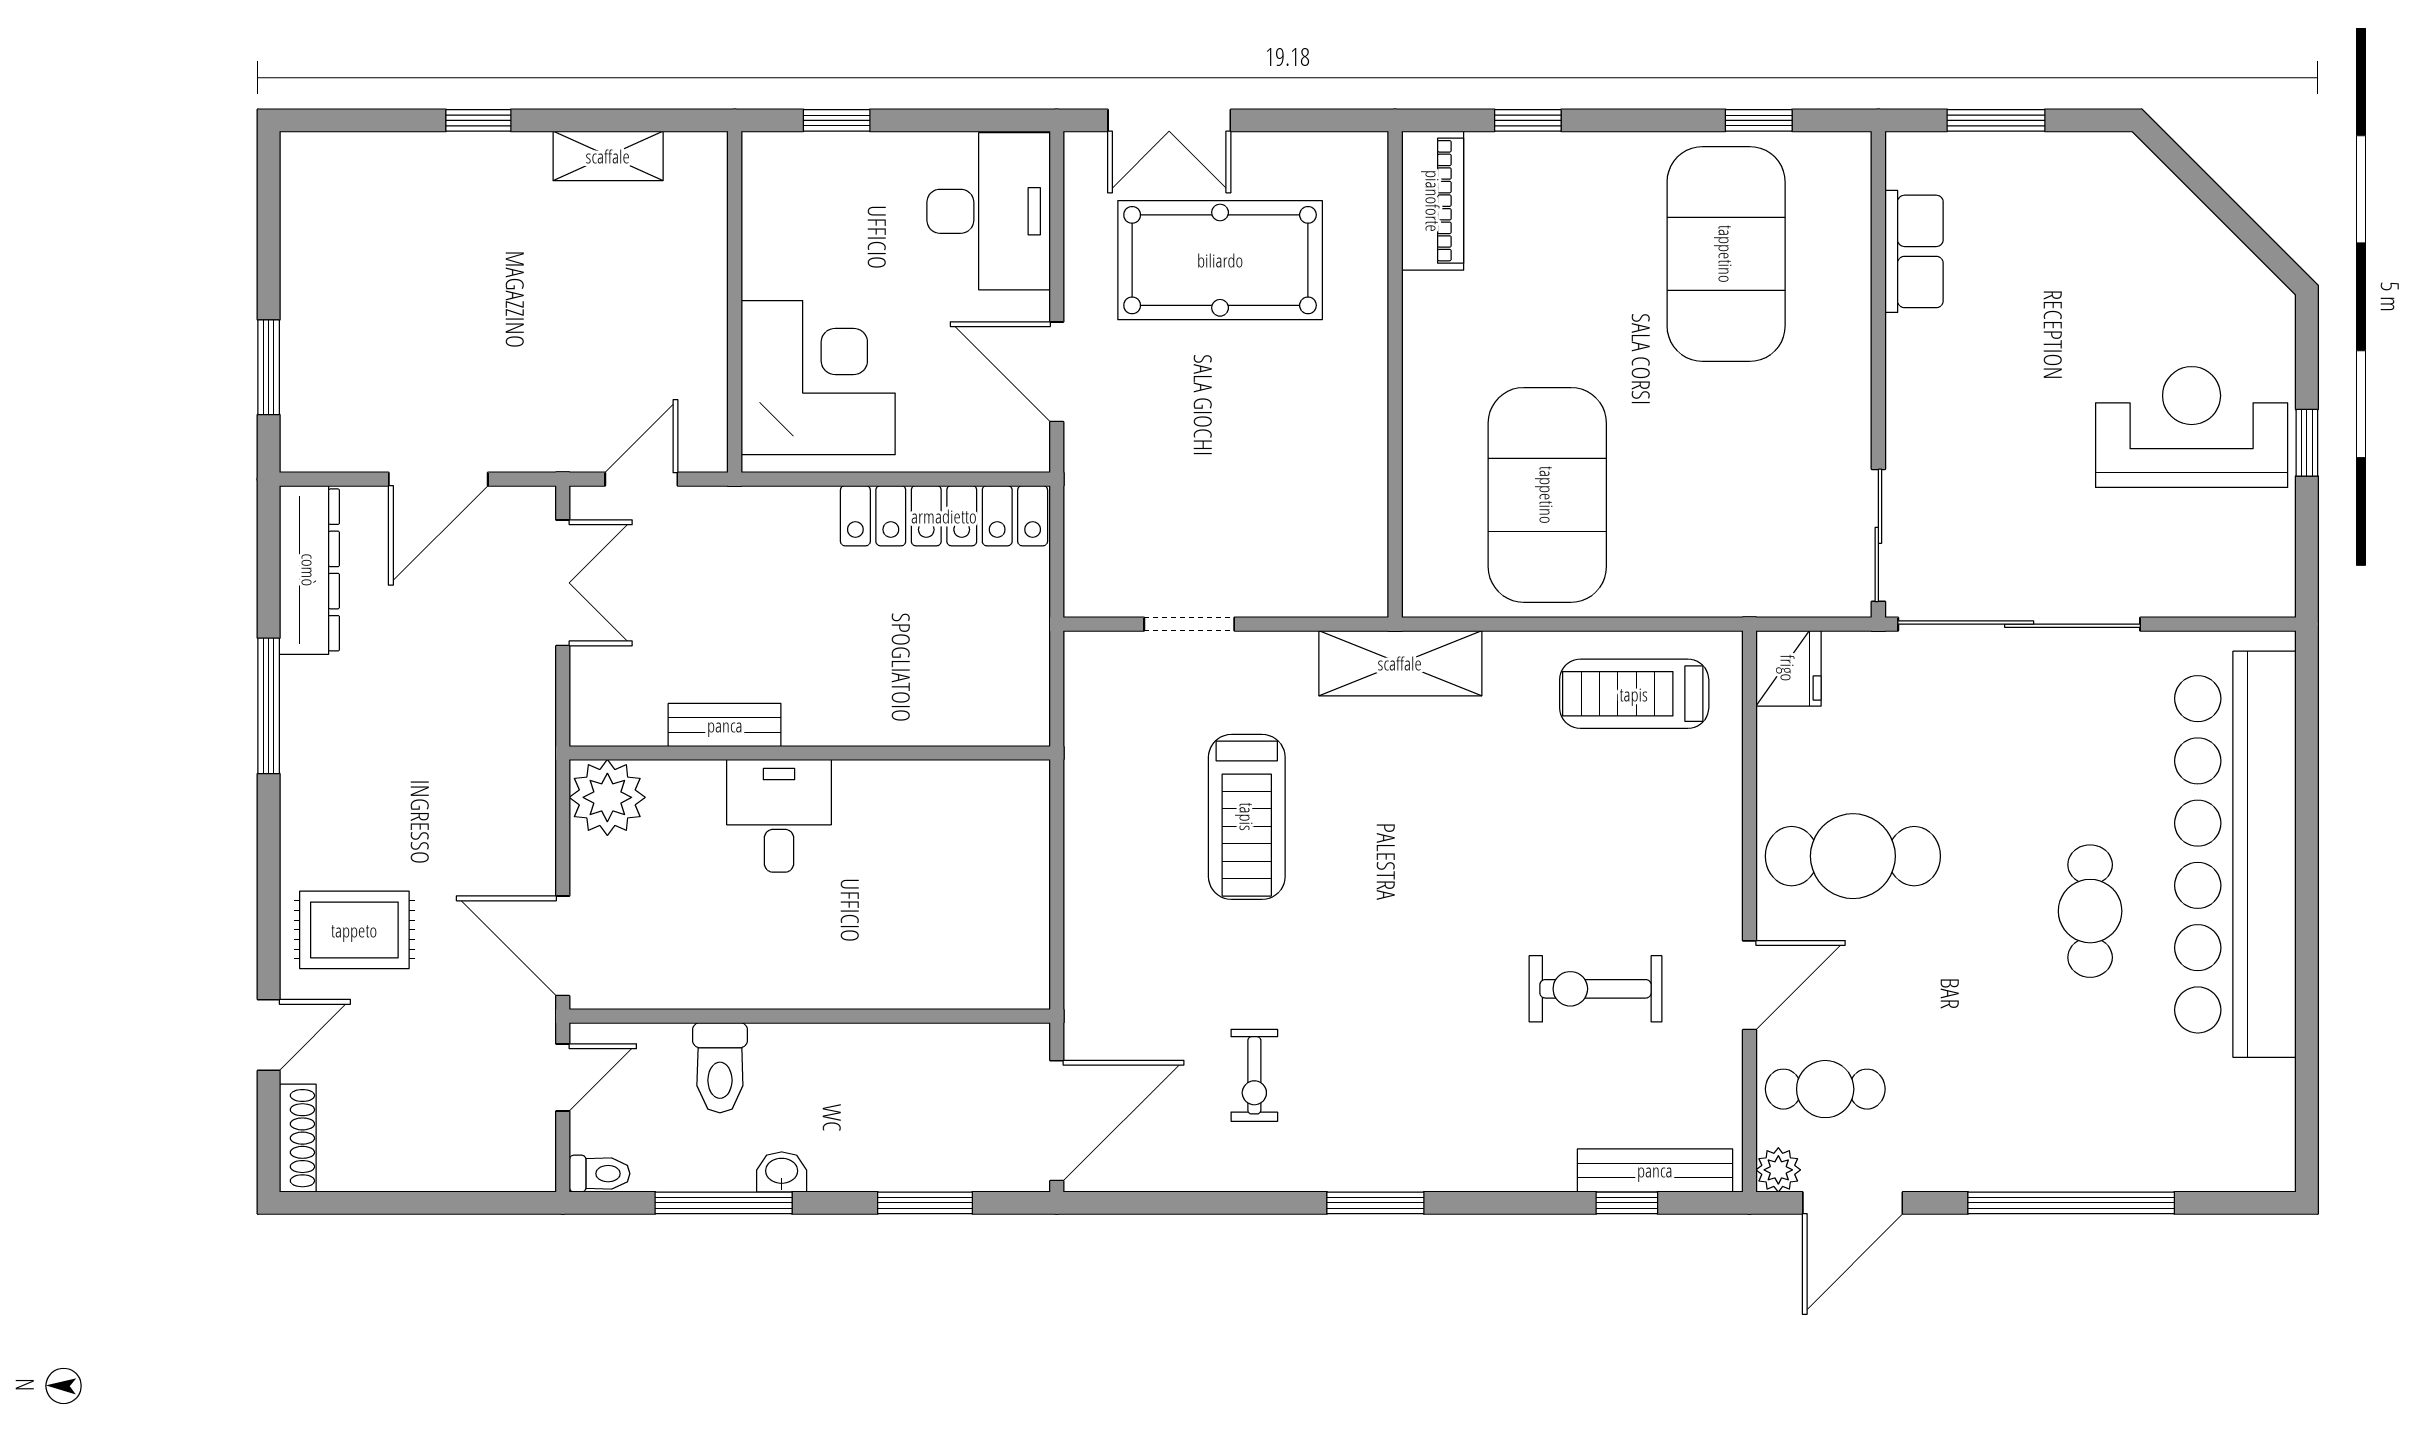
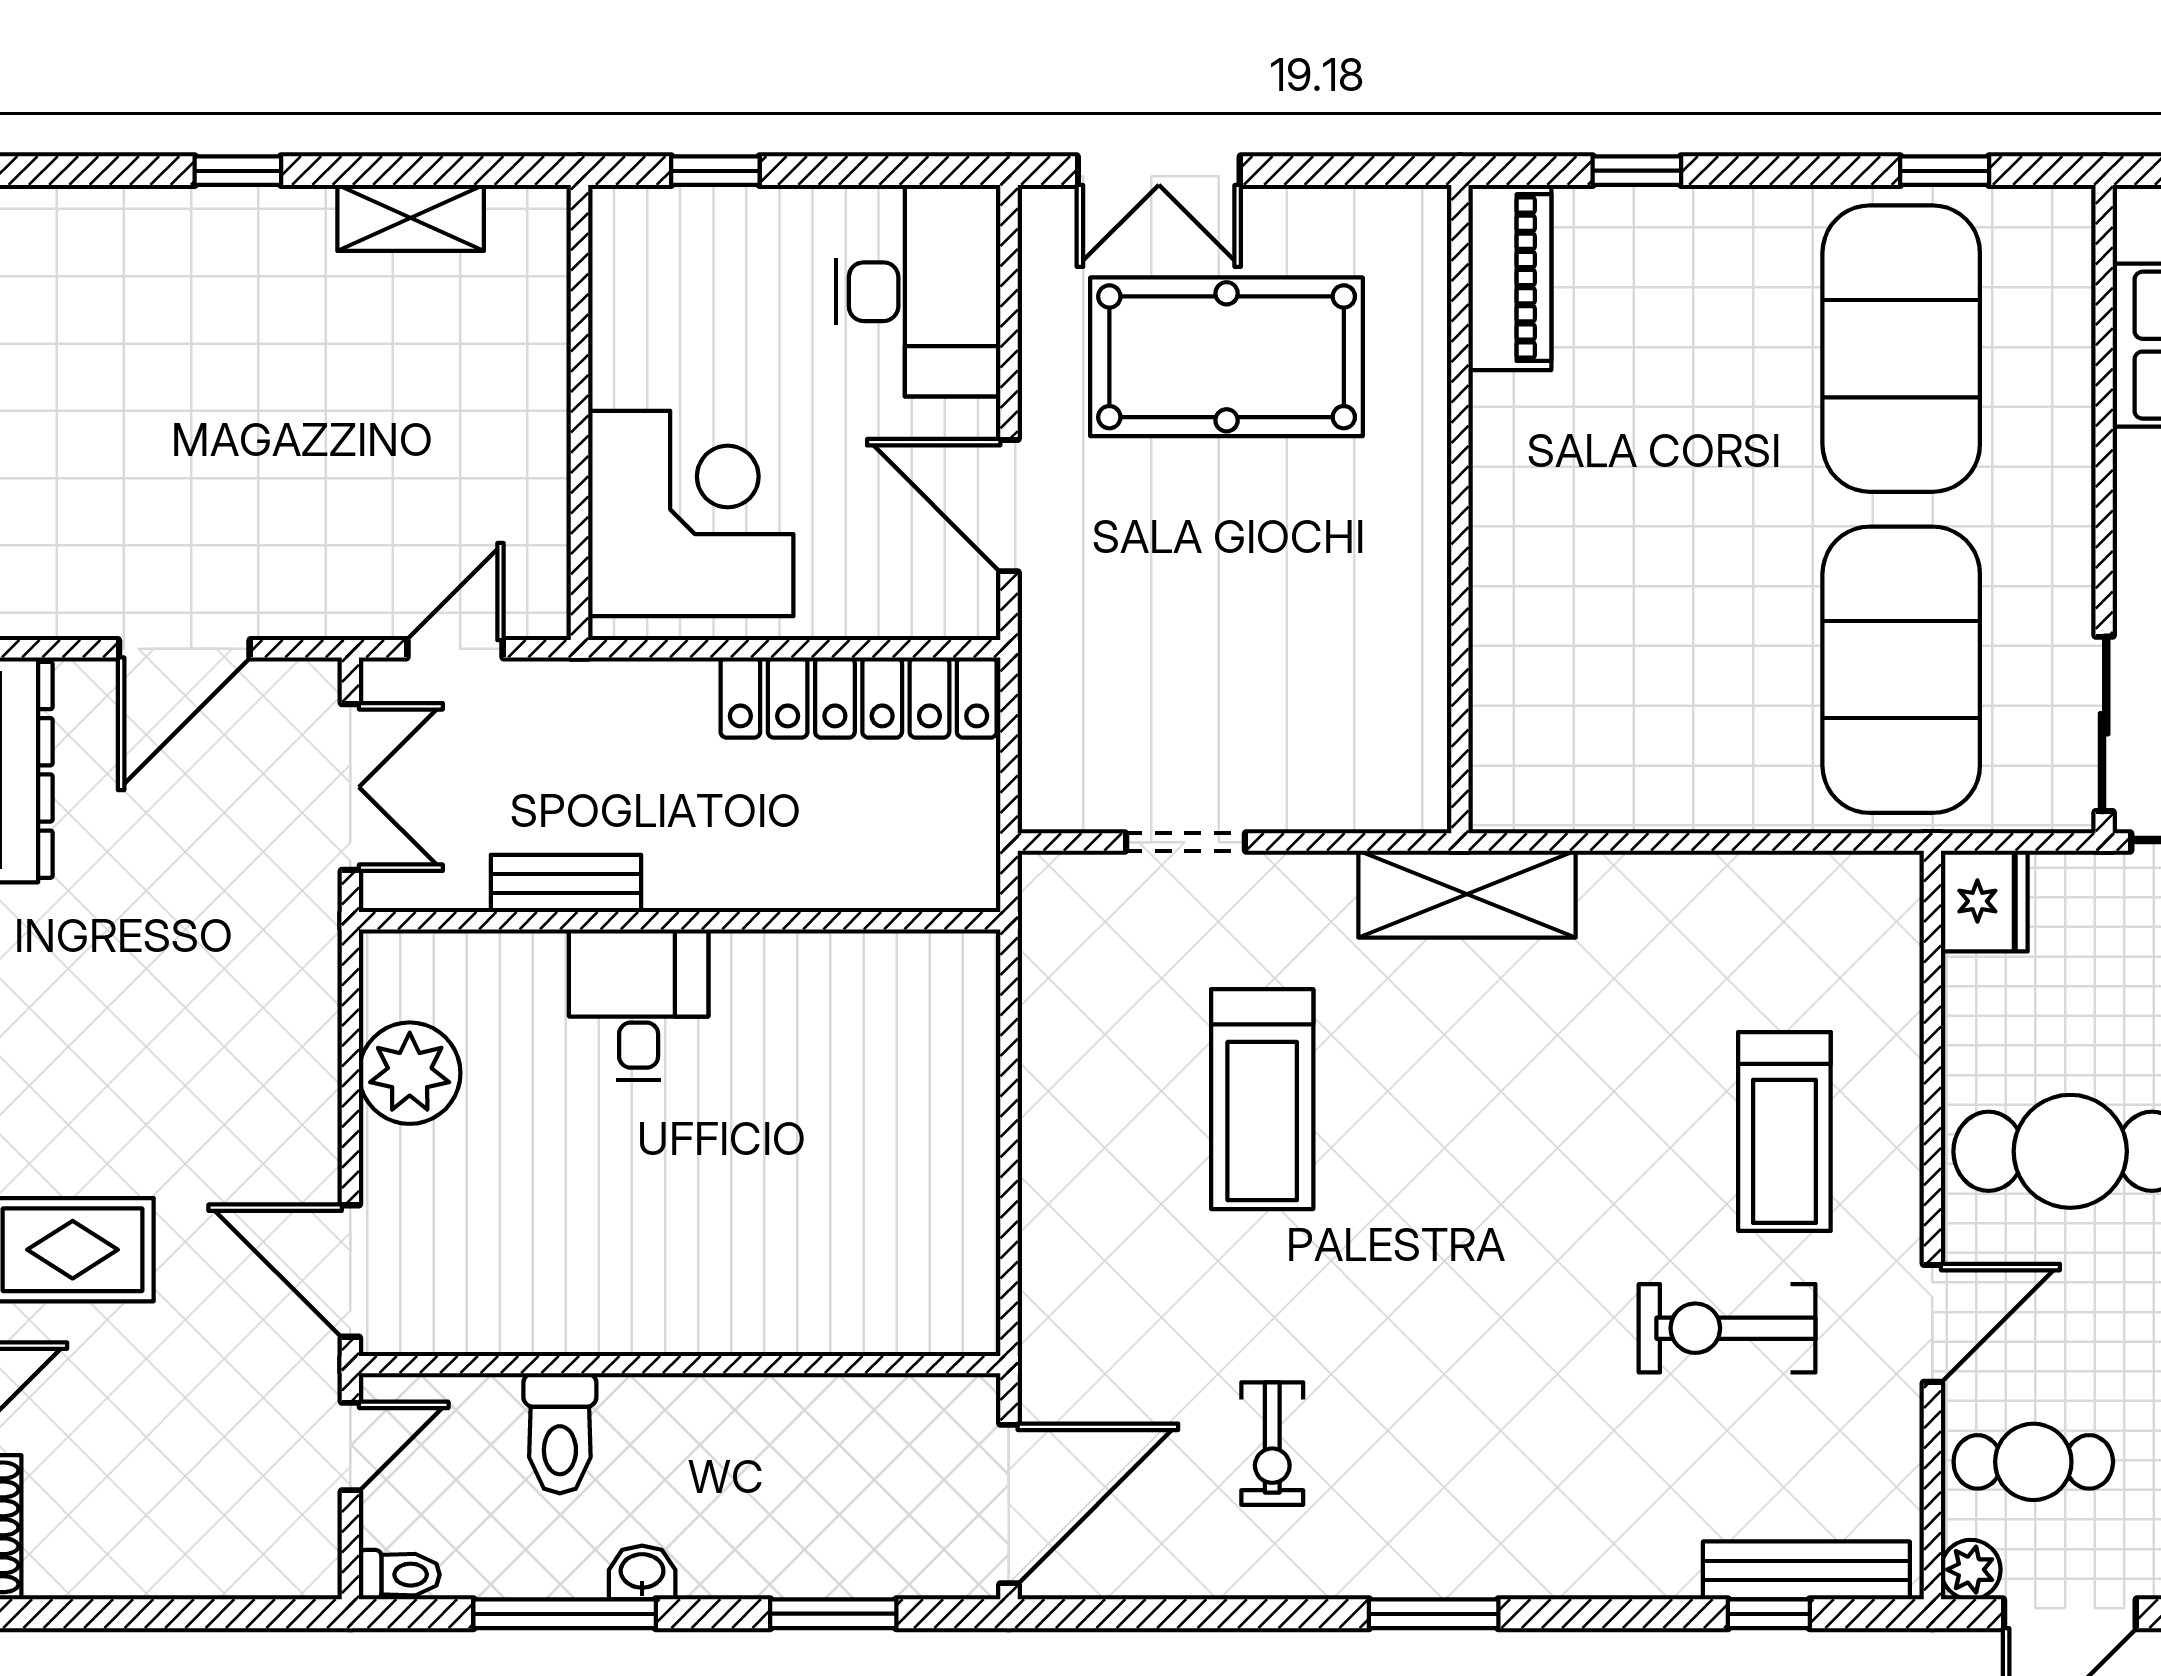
exercise mat: (1547, 495) -> (1901, 670), moved
treadmill: (1634, 694) -> (1784, 1131), moved, turned -90
bench: (725, 725) -> (566, 883), moved
wall: (810, 753) -> (680, 921), moved
desk: (779, 816) -> (639, 1005), moved

